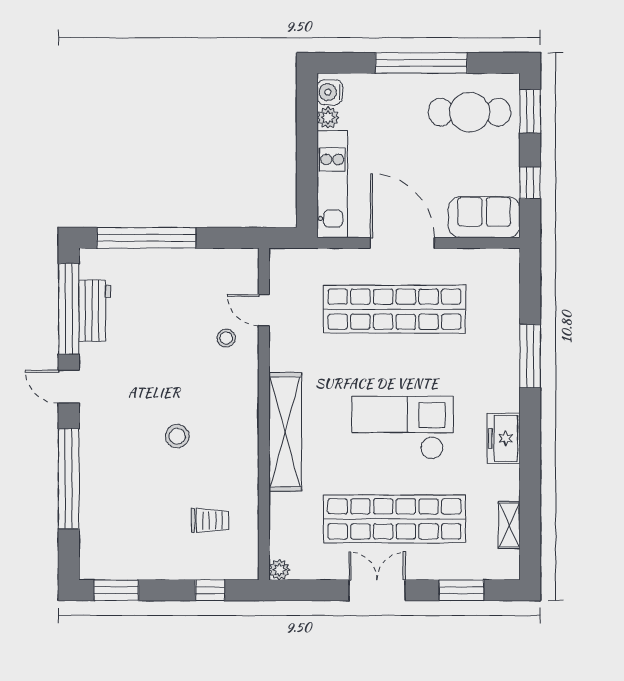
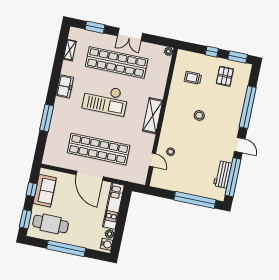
sofa: (484, 217) -> (45, 191), moved, turned -90
shelving: (285, 432) -> (153, 116), width x0.68
pallet: (137, 540) -> (225, 76), added
window: (210, 590) -> (212, 52), moved

